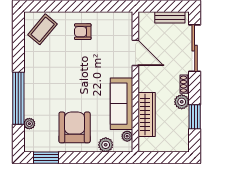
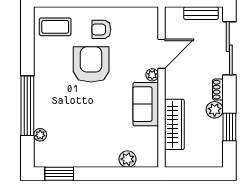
coffee table: (43, 29) -> (55, 27), turned 50
door: (135, 53) -> (161, 54), hinge flipped
sofa: (122, 104) -> (146, 104), width x0.73
armchair: (75, 127) -> (91, 64), moved
plant: (127, 136) -> (152, 75), moved

